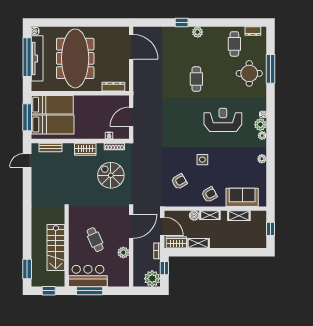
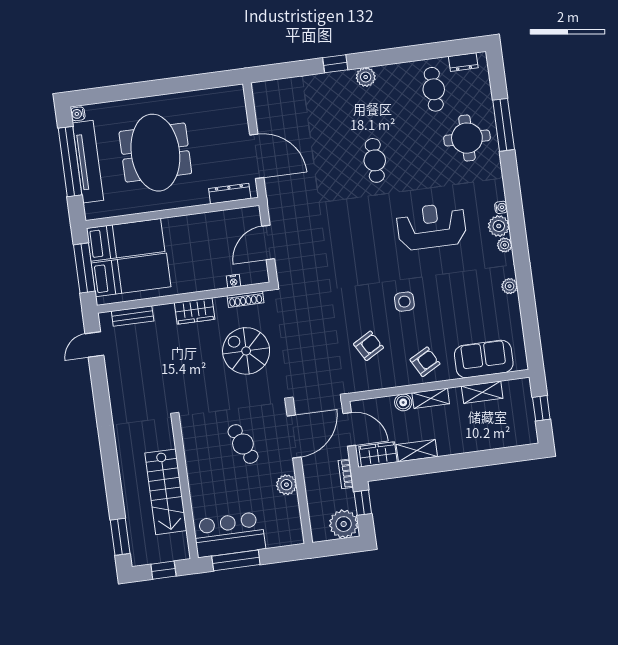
door: (131, 47) -> (257, 156), moved
meeting table: (75, 58) -> (155, 153), width x0.73
cafe table: (95, 240) -> (243, 444), moved

